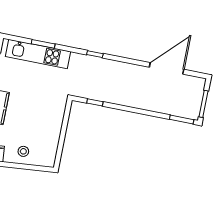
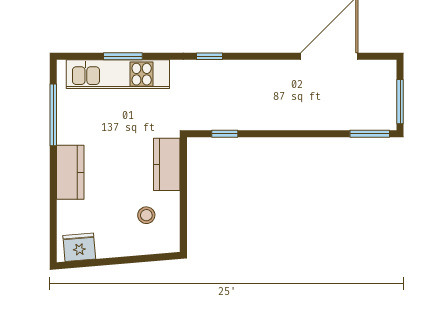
kitchen counter: (57, 114) -> (167, 164), added
stool: (23, 151) -> (146, 215), moved

